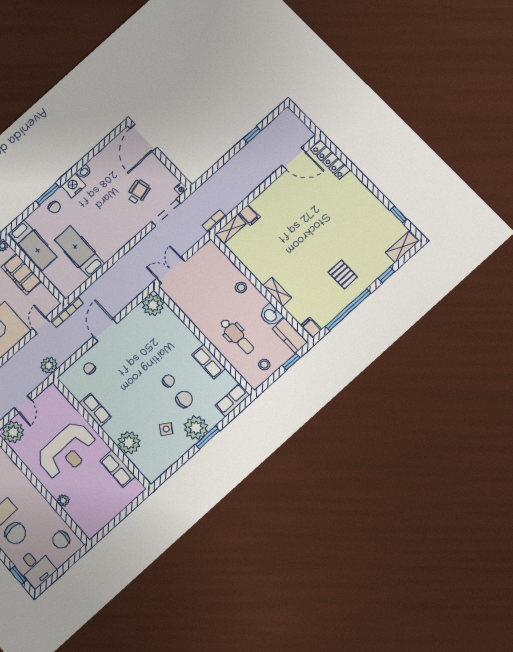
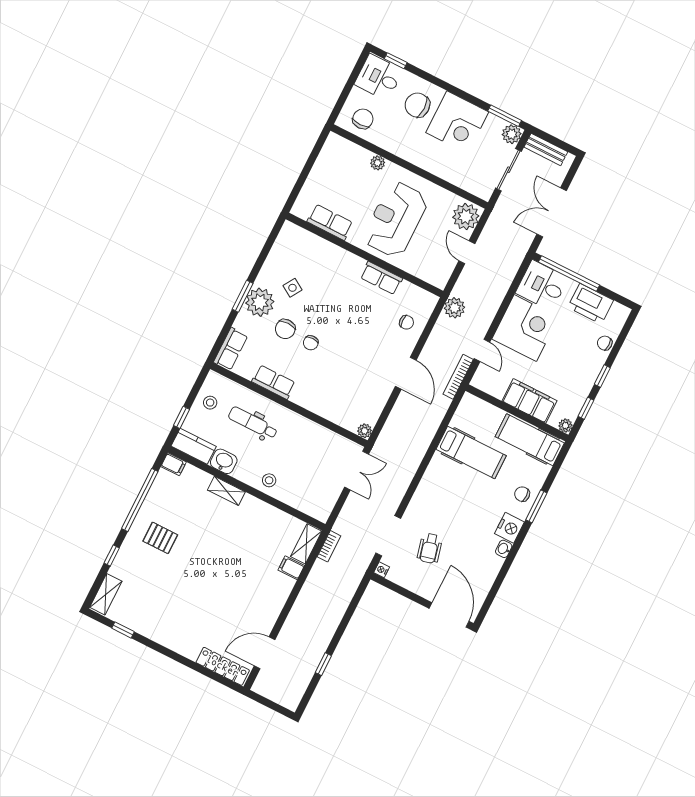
plant: (153, 305) -> (365, 431), width x0.53, depth x0.53
plant: (129, 443) -> (329, 256), removed

